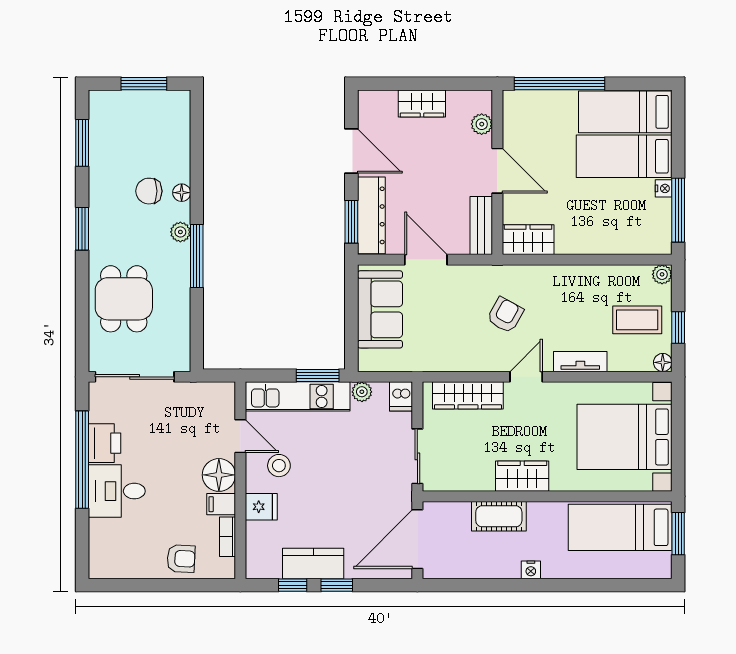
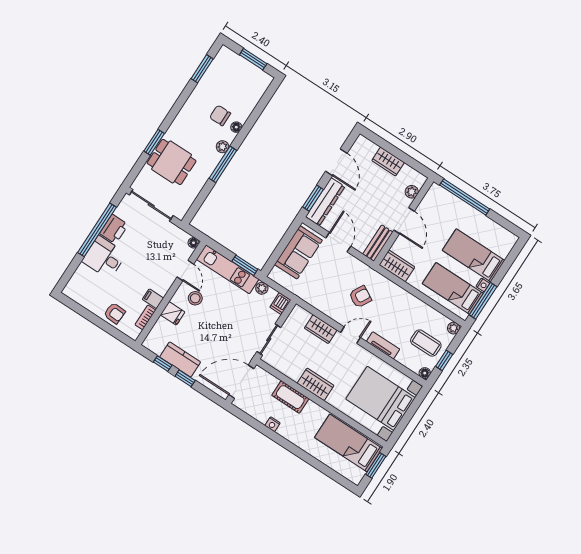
bed: (625, 112) -> (453, 288), moved
window: (82, 229) -> (154, 142), moved
dining table: (124, 299) -> (172, 162), turned 90
wardrobe: (468, 395) -> (321, 329), width x0.67
floor lamp: (219, 475) -> (194, 243), moved, width x0.53, depth x0.53
nightstand: (531, 570) -> (272, 424), moved

